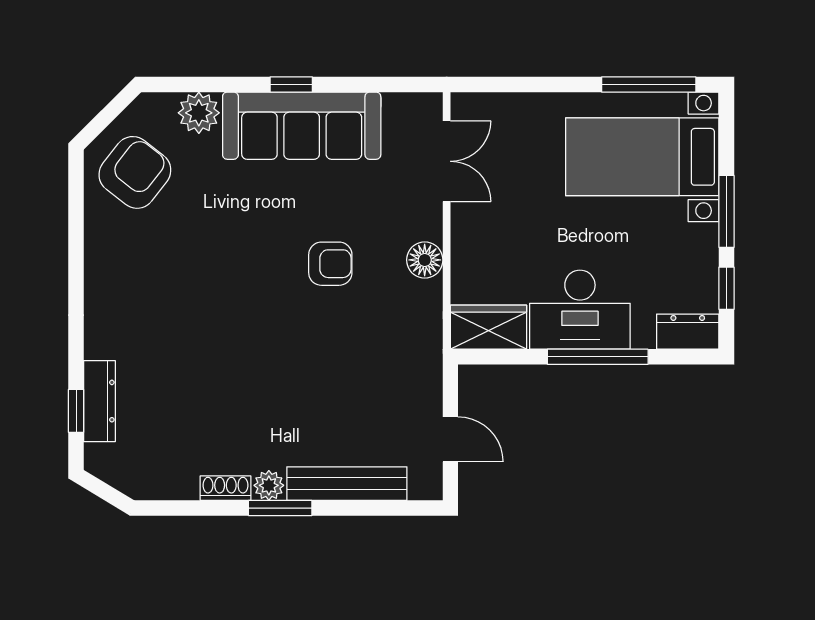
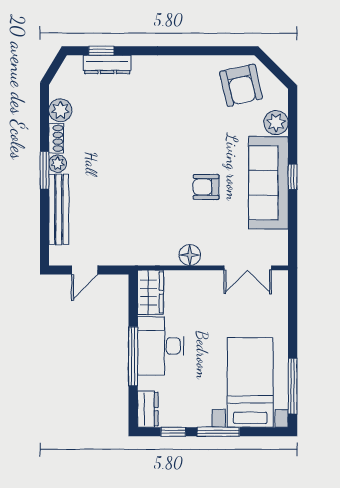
armchair: (135, 172) -> (241, 85), turned 39
armchair: (330, 264) -> (206, 187), moved, turned 90
plant: (178, 481) -> (60, 110), added

